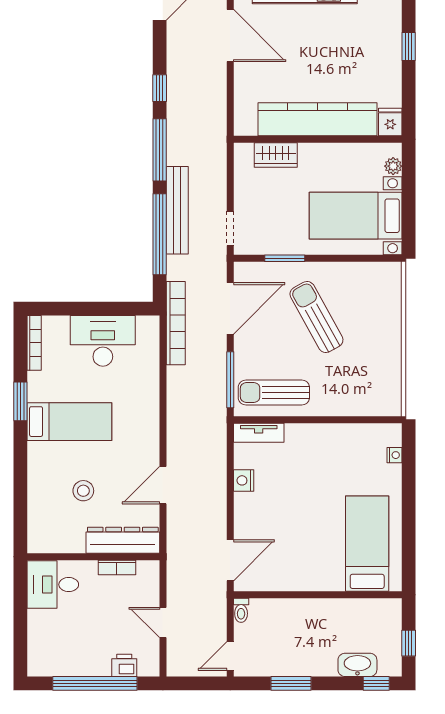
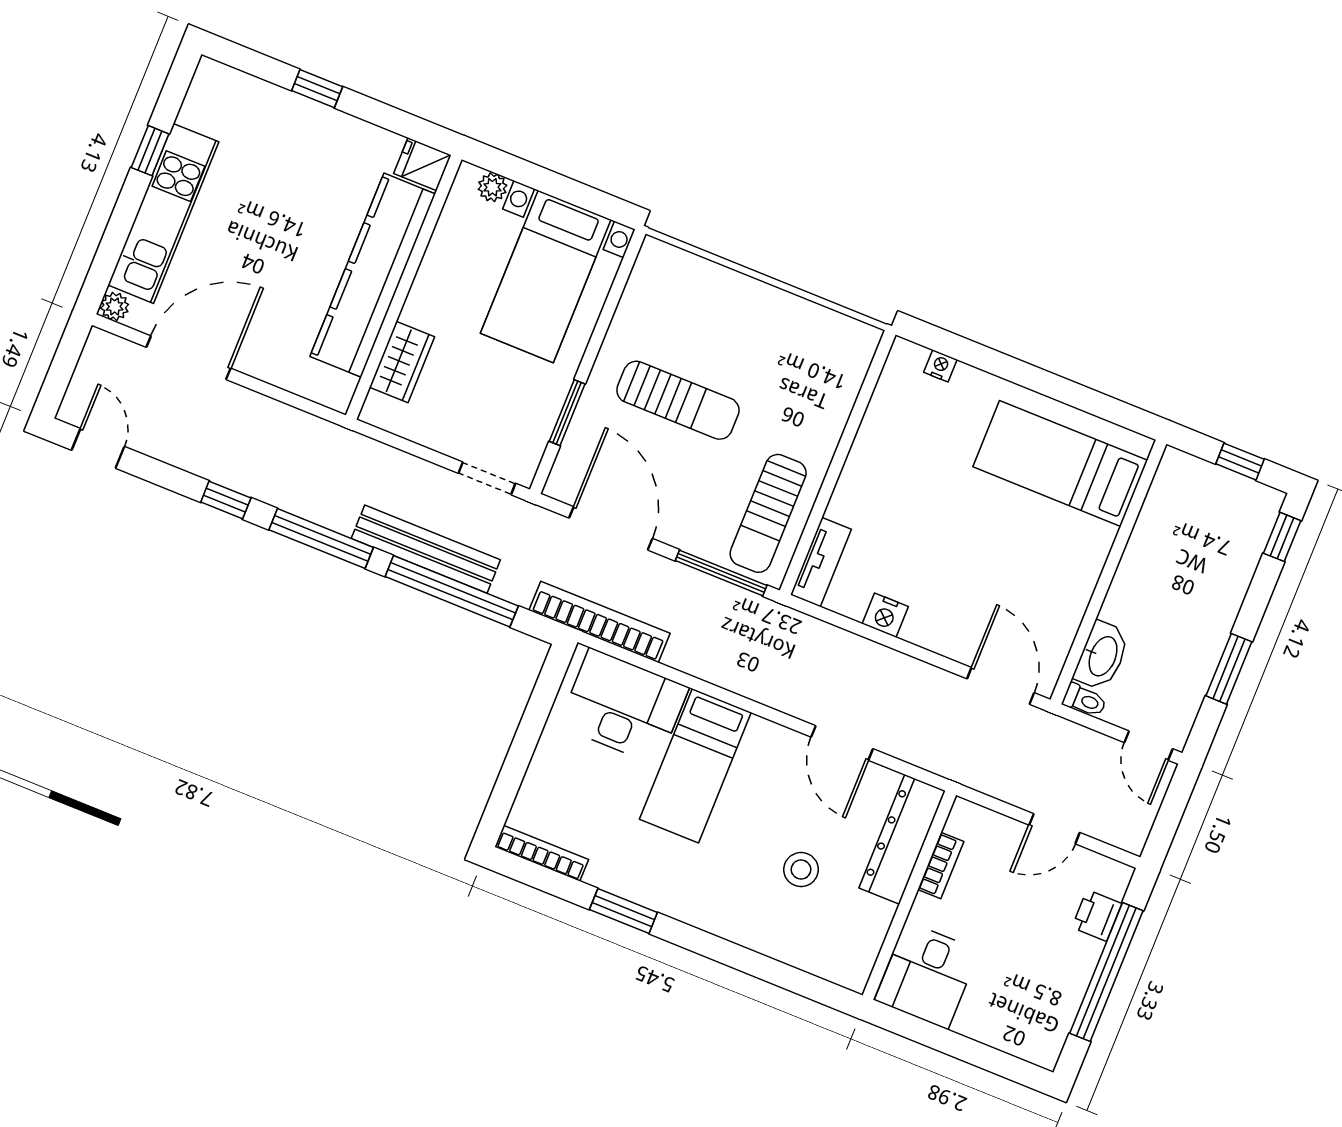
sun lounger: (316, 317) -> (678, 400), turned -151
desk: (103, 341) -> (624, 706), moved, turned 90
bed: (69, 422) -> (695, 766), moved, turned 180
washbasin: (357, 665) -> (1102, 656), moved, turned 180

